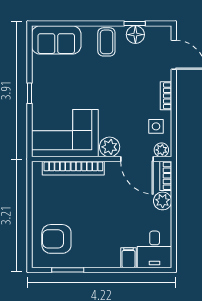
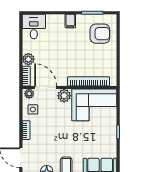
filing cabinet: (128, 258) -> (70, 21), moved

